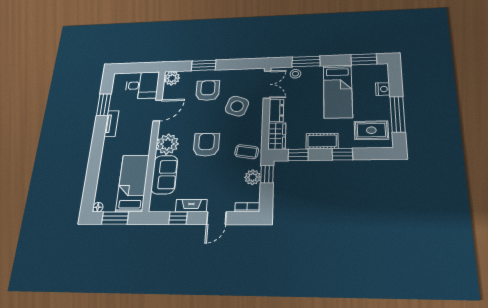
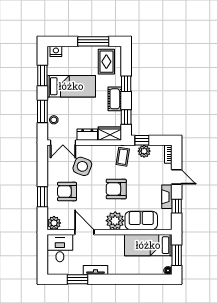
window: (364, 59) -> (42, 75), moved
double door: (267, 84) -> (63, 143), swing flipped
nightstand: (383, 89) -> (56, 51), moved

